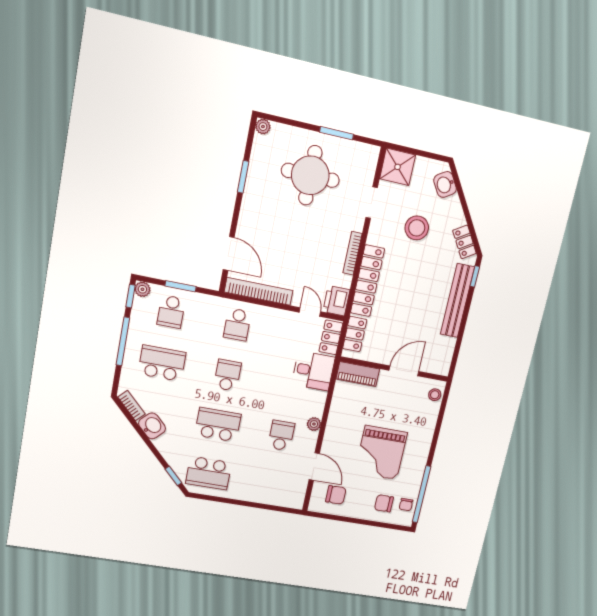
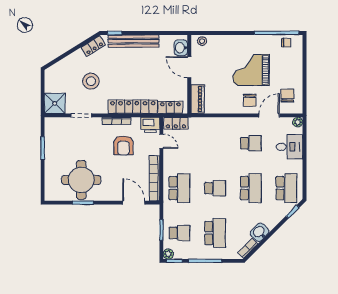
plant: (263, 127) -> (49, 196), removed
round table: (310, 175) -> (81, 180), moved
washbasin: (445, 184) -> (181, 48), moved, turned 122
door: (229, 253) -> (134, 203), hinge flipped
armchair: (315, 256) -> (123, 145), added
door: (310, 312) -> (161, 141), swing flipped
school desk: (237, 325) -> (179, 188), width x1.85
school desk: (162, 363) -> (215, 233), turned 180
desk: (313, 371) -> (289, 147), moved, turned 90
school desk: (228, 375) -> (215, 188), turned 180
plant: (314, 424) -> (298, 122), moved
school desk: (218, 425) -> (251, 188), turned 180
school desk: (281, 436) -> (251, 143), turned 180
grand piano: (381, 453) -> (251, 70), turned 180
chair: (384, 503) -> (250, 100), moved

